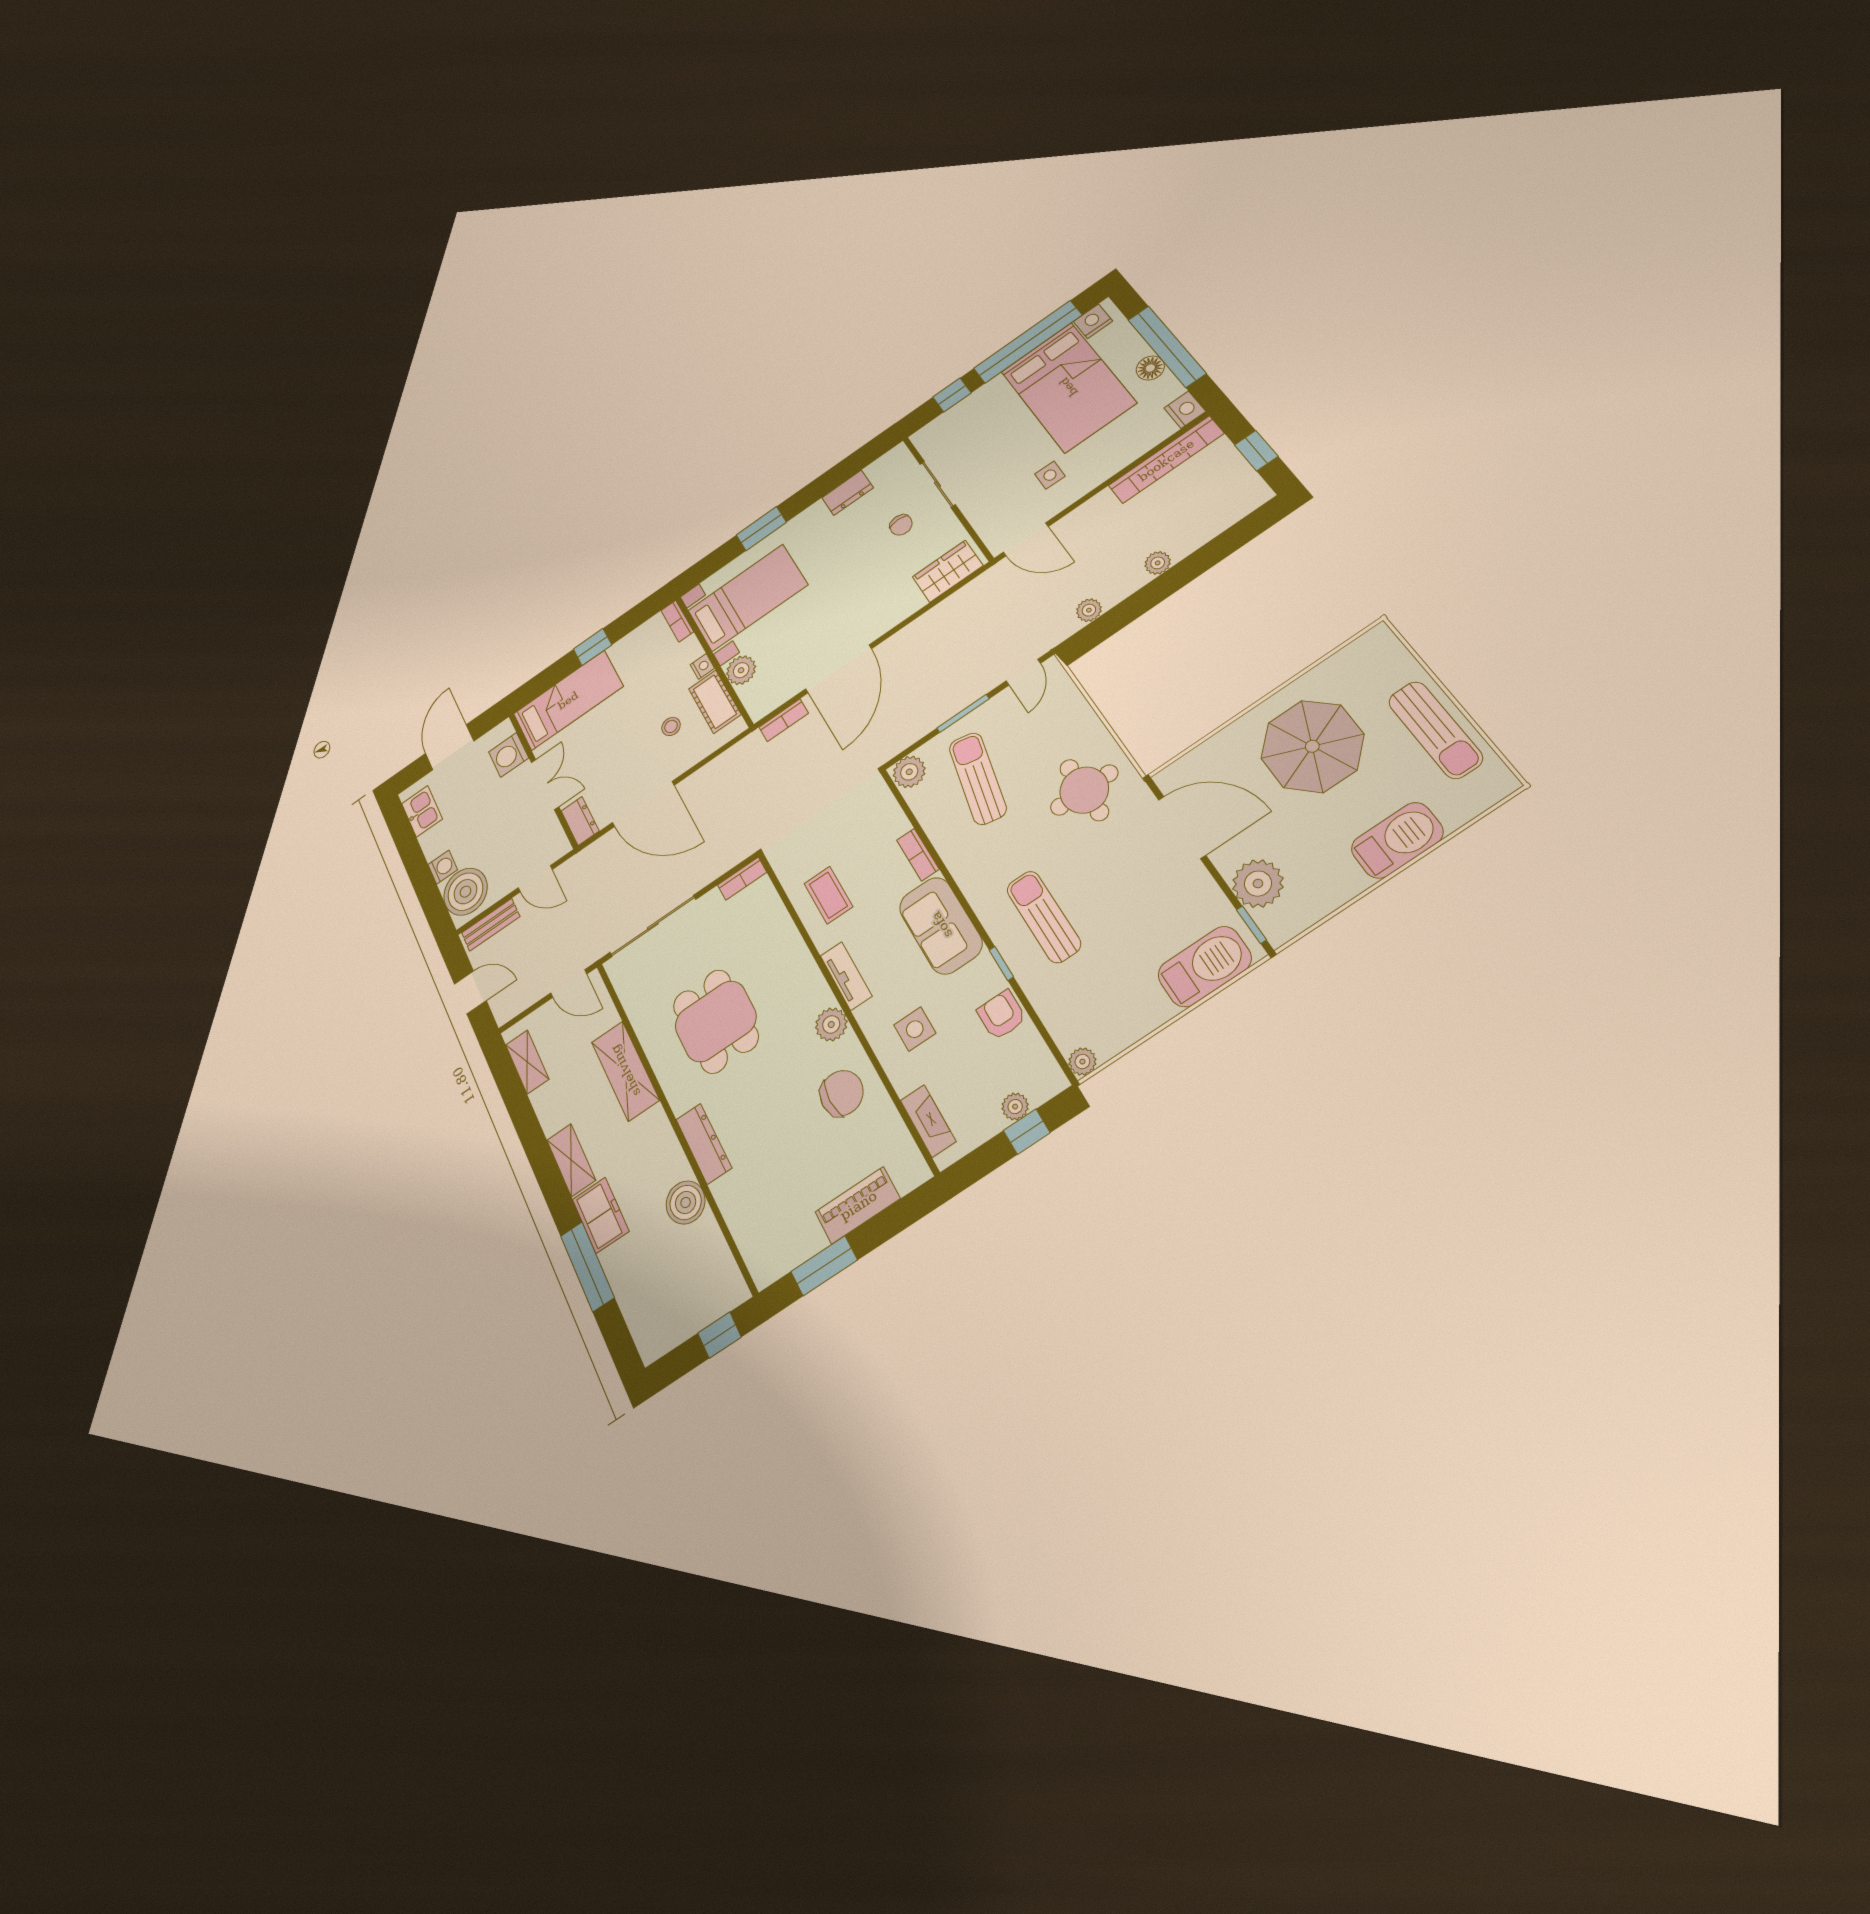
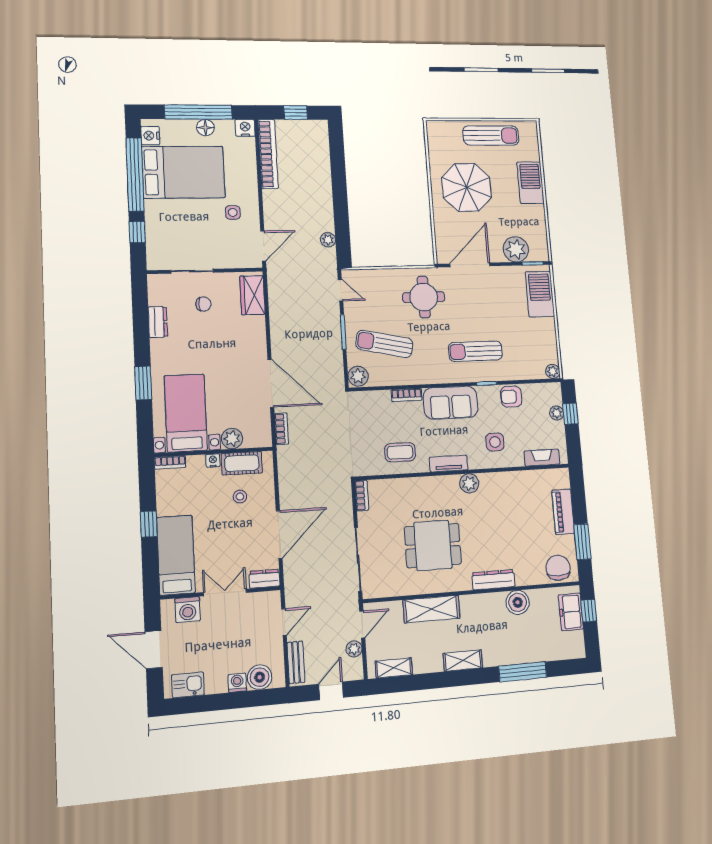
plant: (1158, 563) -> (354, 649), moved
boiler: (465, 892) -> (260, 677), width x0.73, depth x0.73
chair: (842, 1093) -> (558, 568), moved
freezer: (601, 1215) -> (571, 612), moved, turned -90

